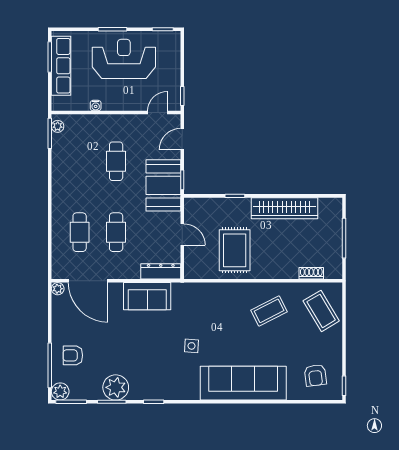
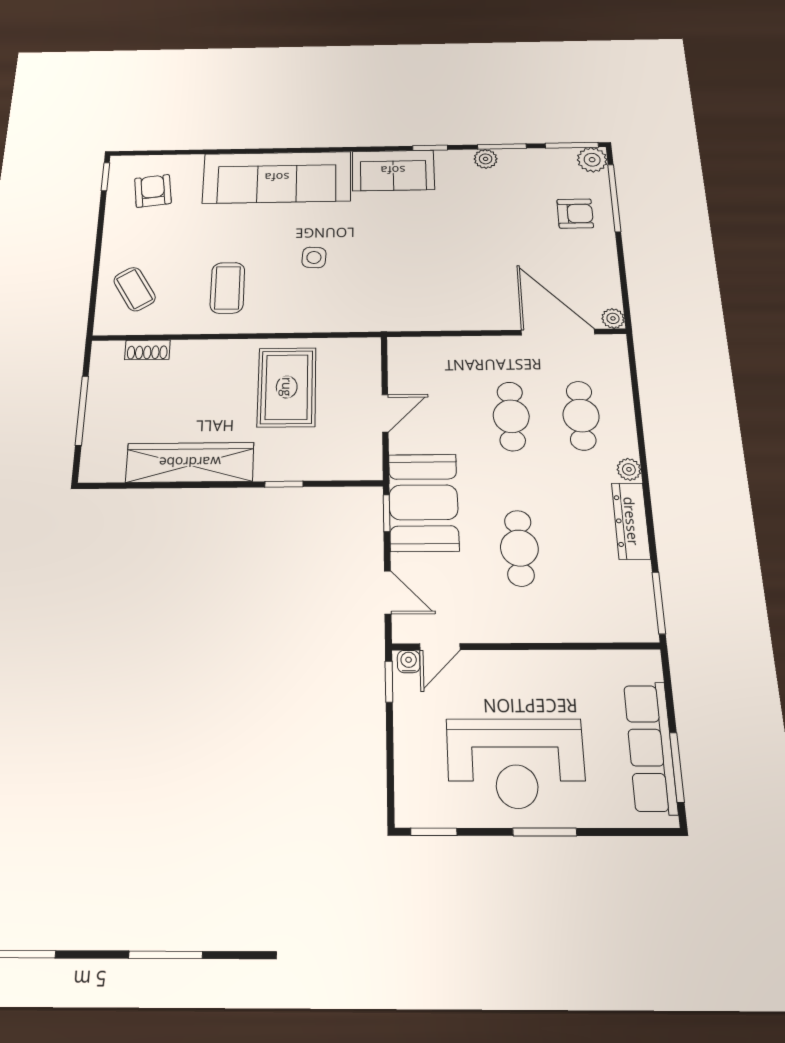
water cooler: (96, 106) -> (409, 662), moved
plant: (58, 126) -> (629, 469), moved
door: (182, 139) -> (388, 592), hinge flipped
door: (182, 235) -> (385, 413), swing flipped
dresser: (161, 271) -> (631, 521), moved, turned 90
sofa: (147, 296) -> (393, 170), moved, turned 180
coffee table: (269, 311) -> (227, 288), turned -63
coffee table: (321, 311) -> (135, 289), width x0.73, depth x0.77
side table: (192, 346) -> (314, 257), moved
plant: (116, 387) -> (486, 159), width x0.53, depth x0.53

